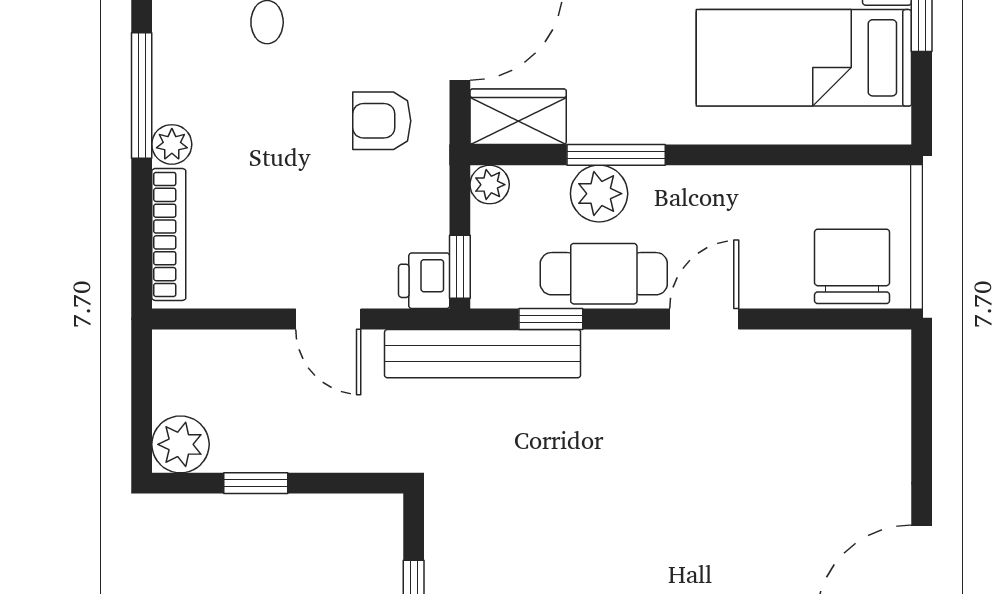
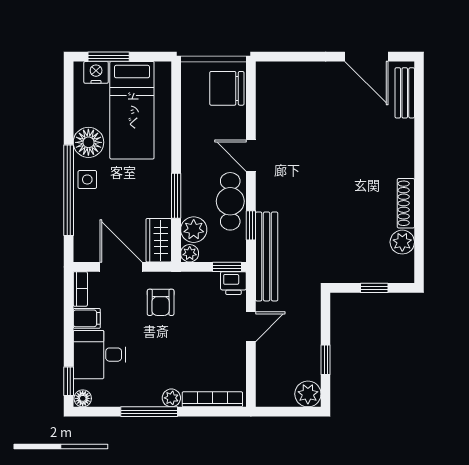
plant: (599, 194) -> (194, 230), moved

